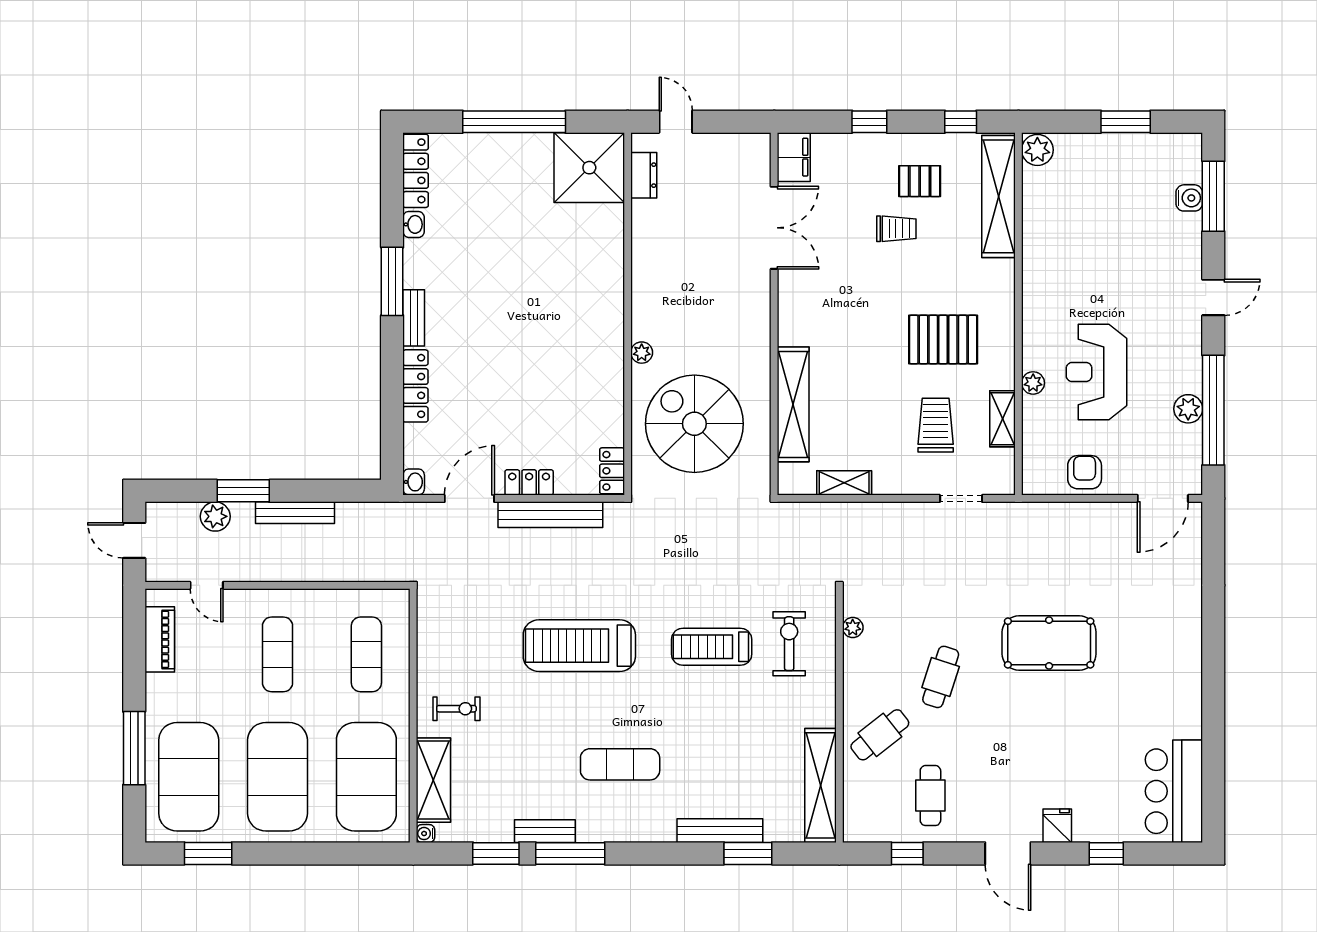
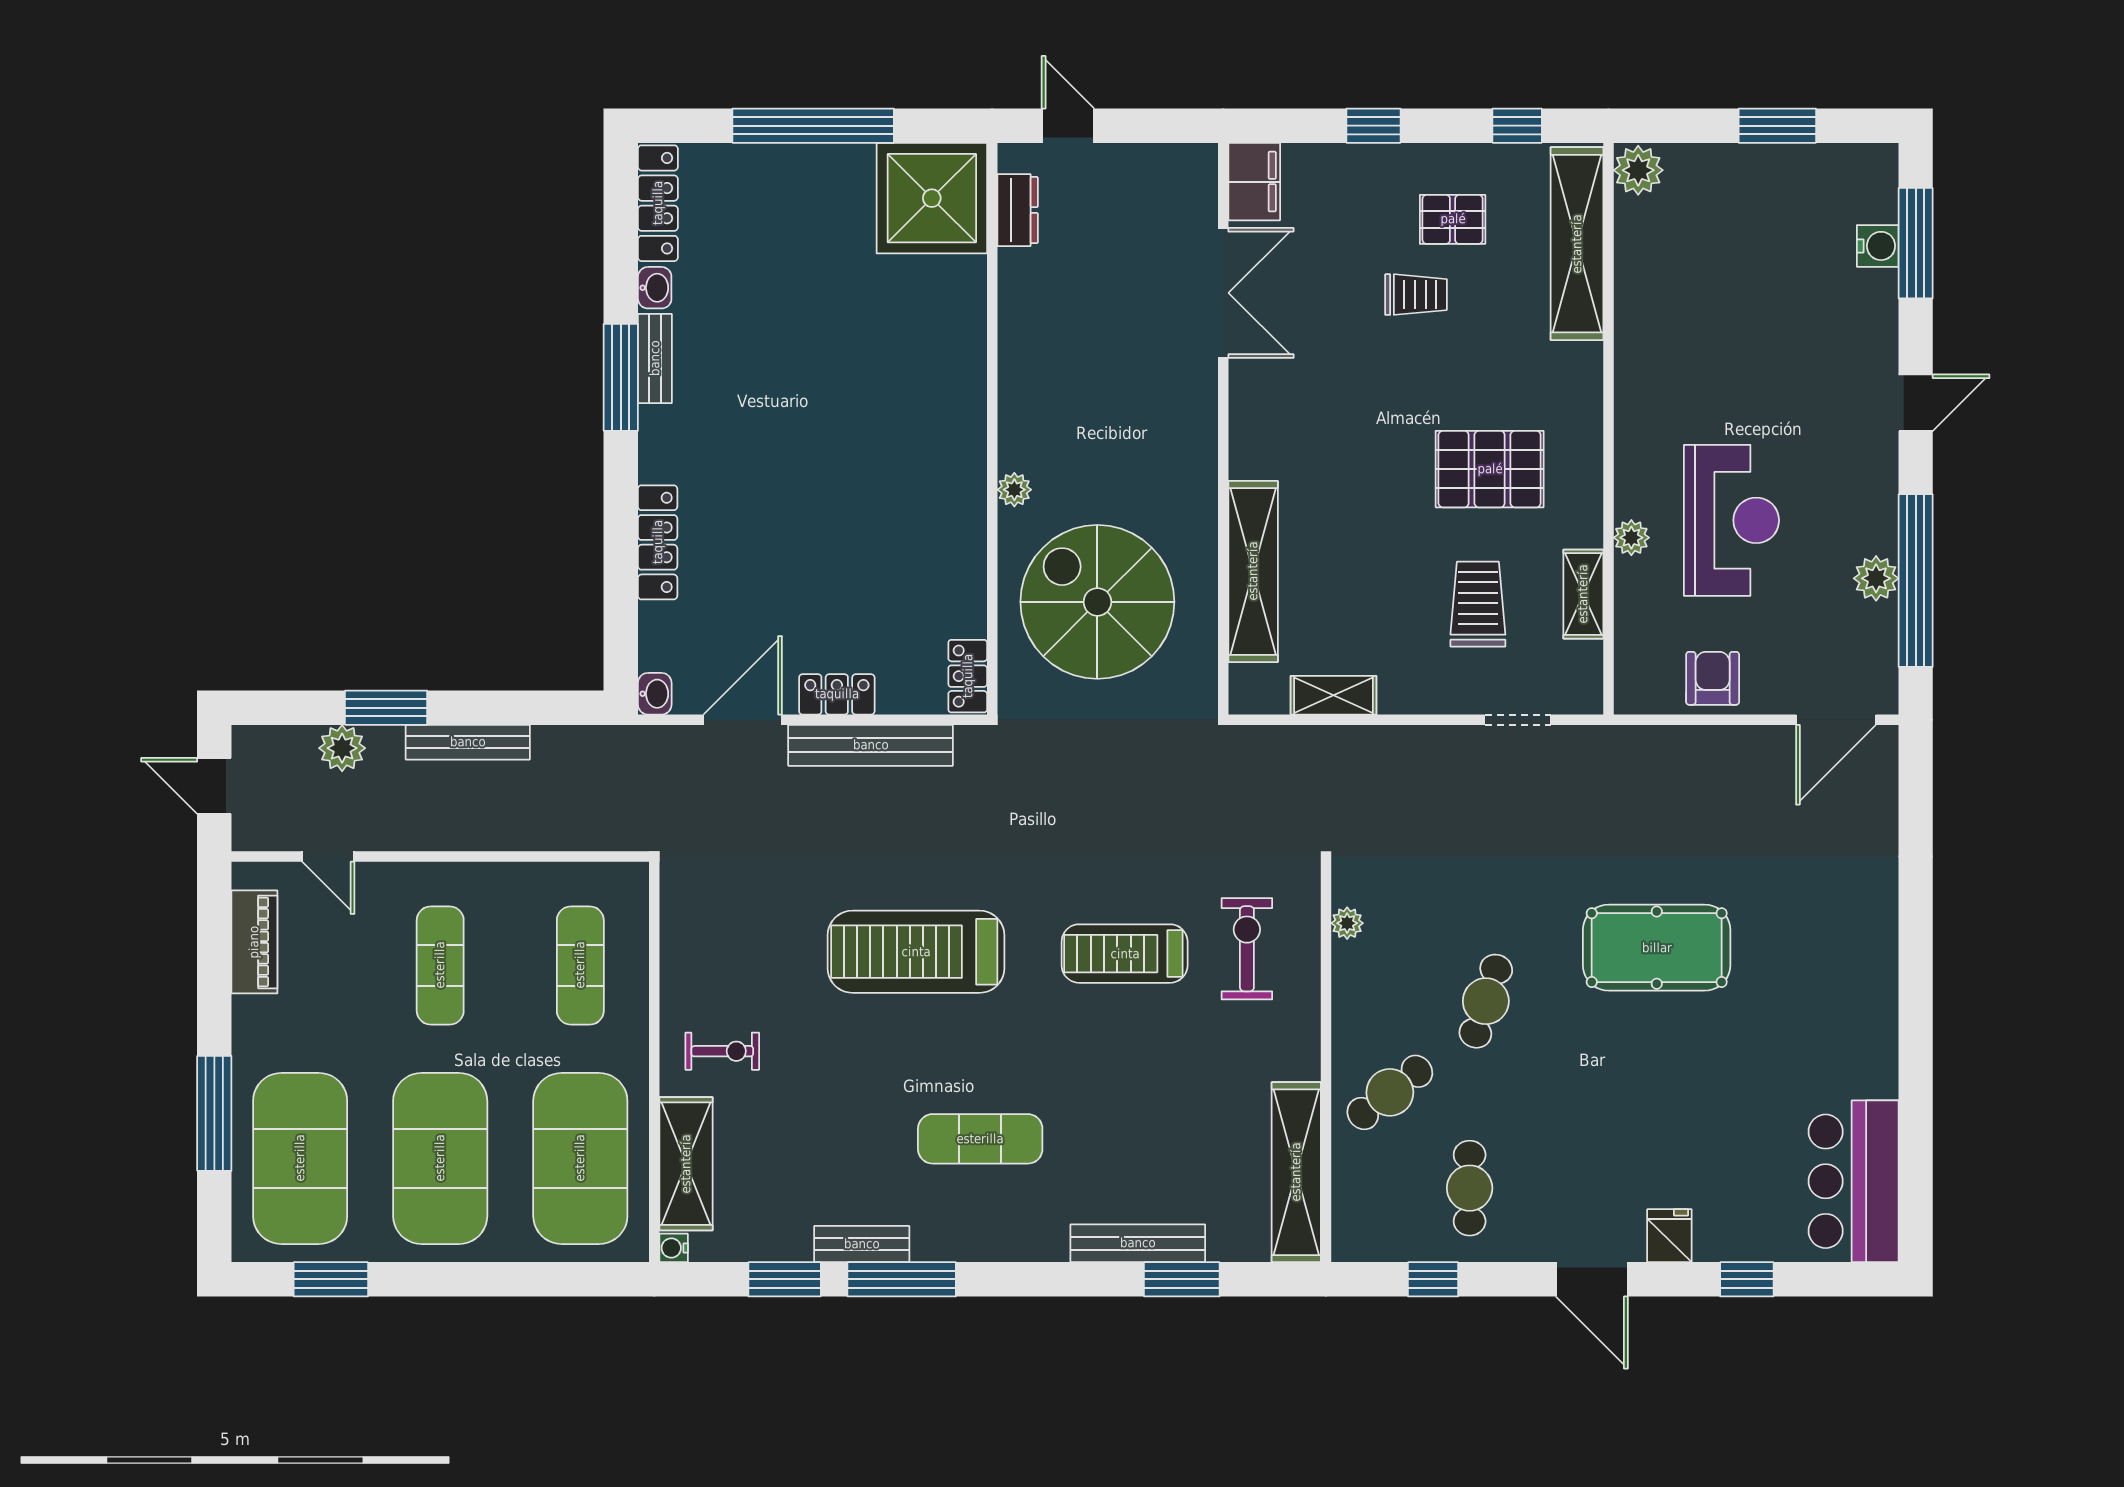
bench: (414, 318) -> (655, 358), moved
reception desk: (1097, 372) -> (1731, 520), turned 180

